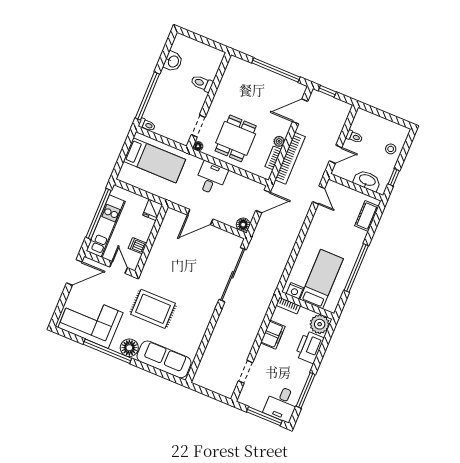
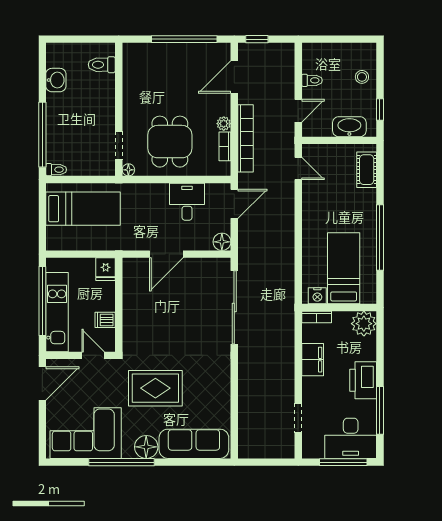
toilet: (202, 83) -> (102, 65), moved
desk: (211, 178) -> (187, 202), moved
printer: (310, 347) -> (363, 380), moved
desk: (282, 404) -> (351, 438), width x1.37

